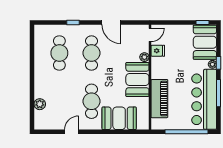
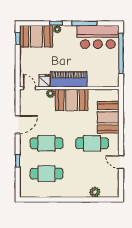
piano: (159, 99) -> (69, 79), moved
bar counter: (204, 99) -> (98, 37), width x0.73

